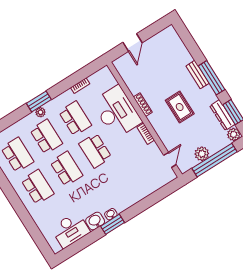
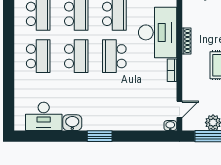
washbasin: (111, 214) -> (170, 126), moved
window: (113, 224) -> (100, 136), moved

